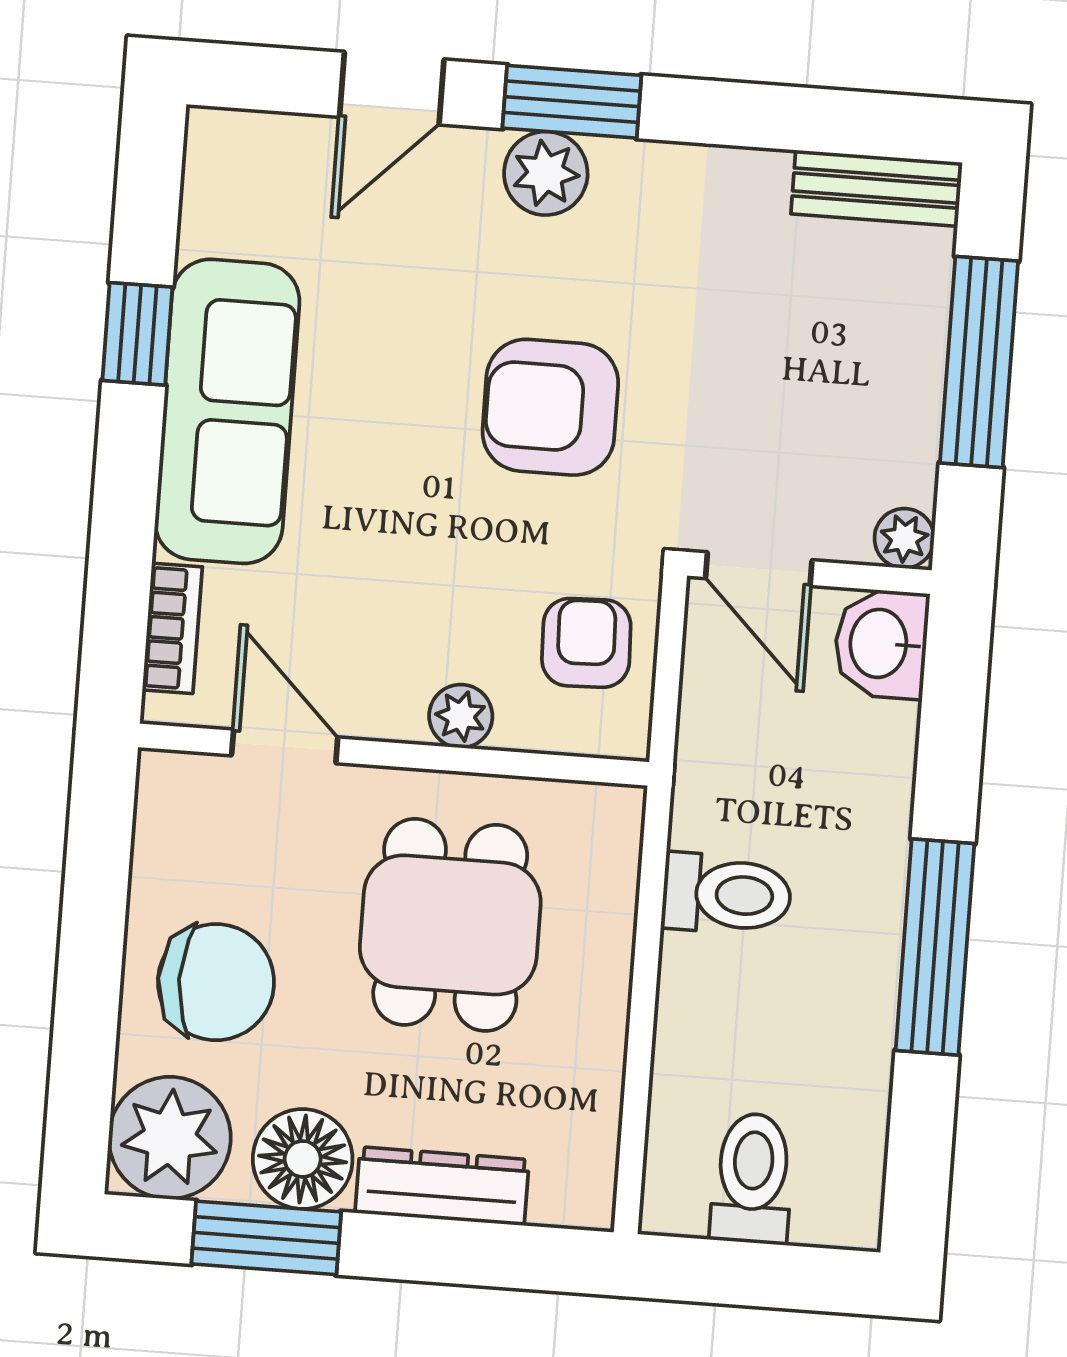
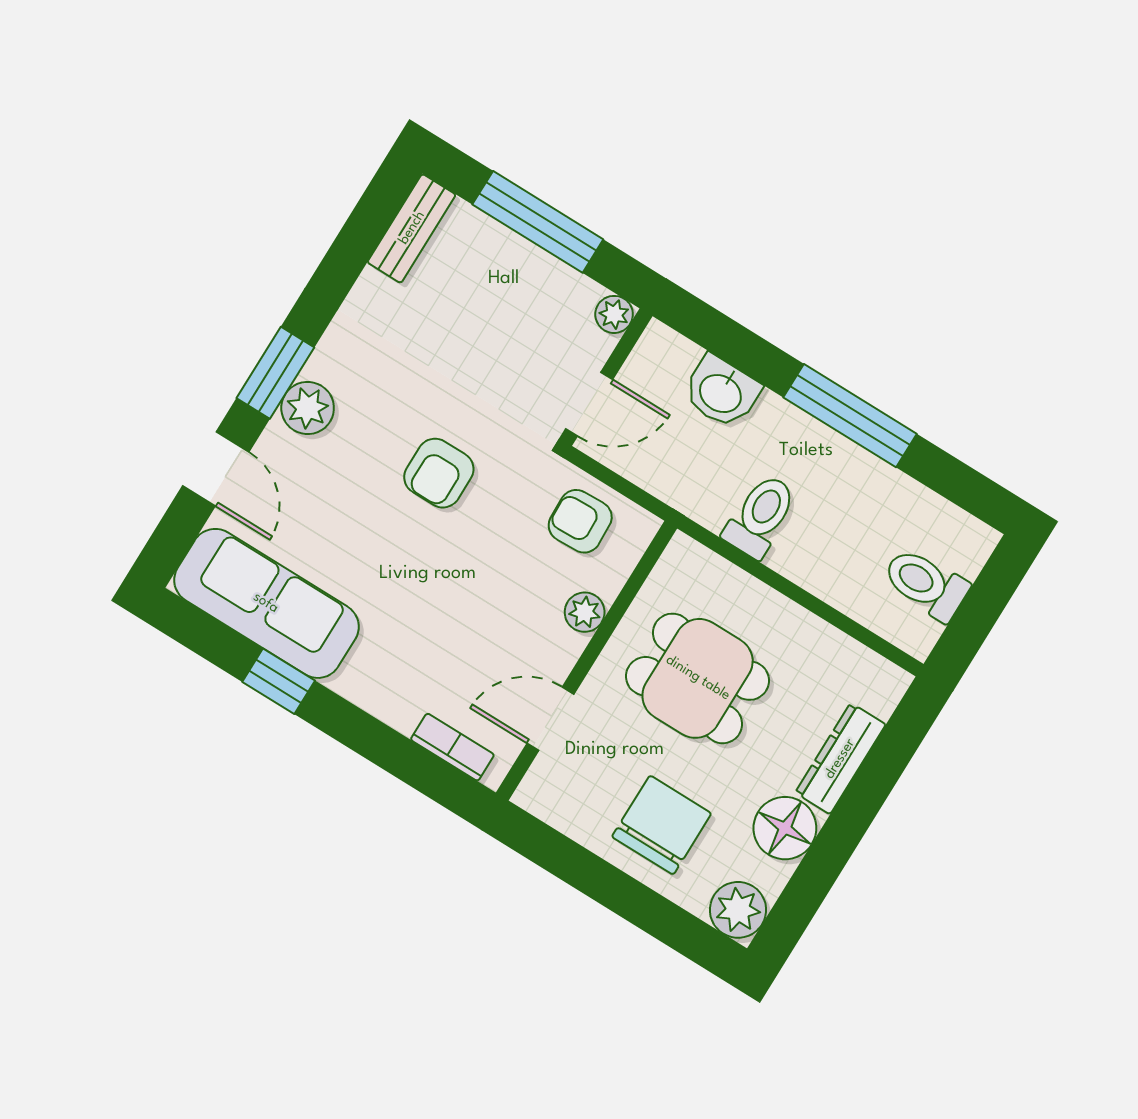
armchair: (550, 407) -> (439, 473), width x0.72, depth x0.72
sofa: (227, 411) -> (266, 603), moved
washbasin: (881, 644) -> (721, 392), moved
plant: (170, 1138) -> (738, 910), width x0.73, depth x0.73
window: (266, 1238) -> (818, 871), removed

